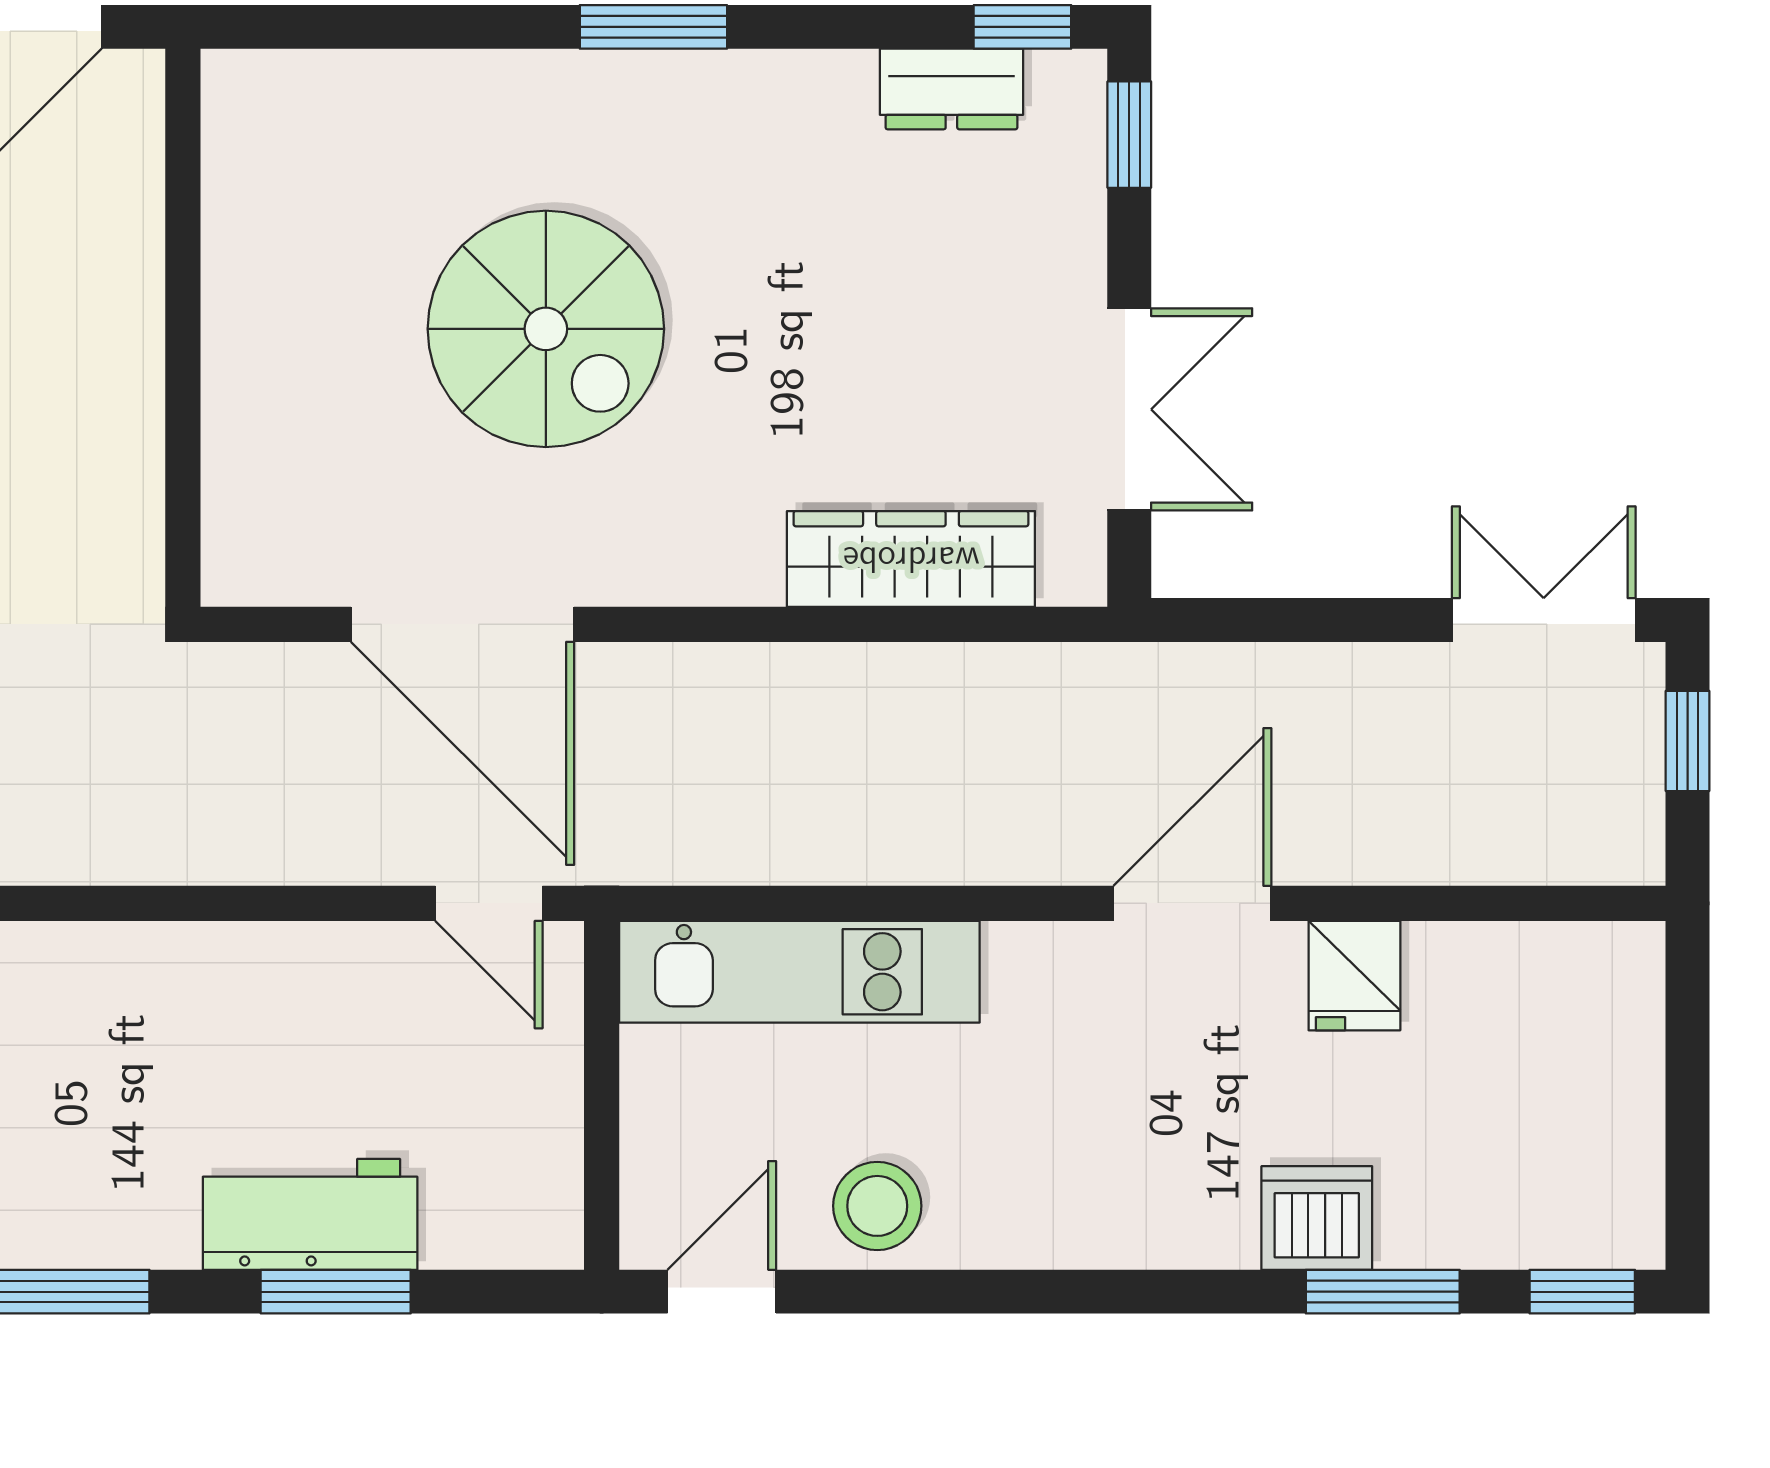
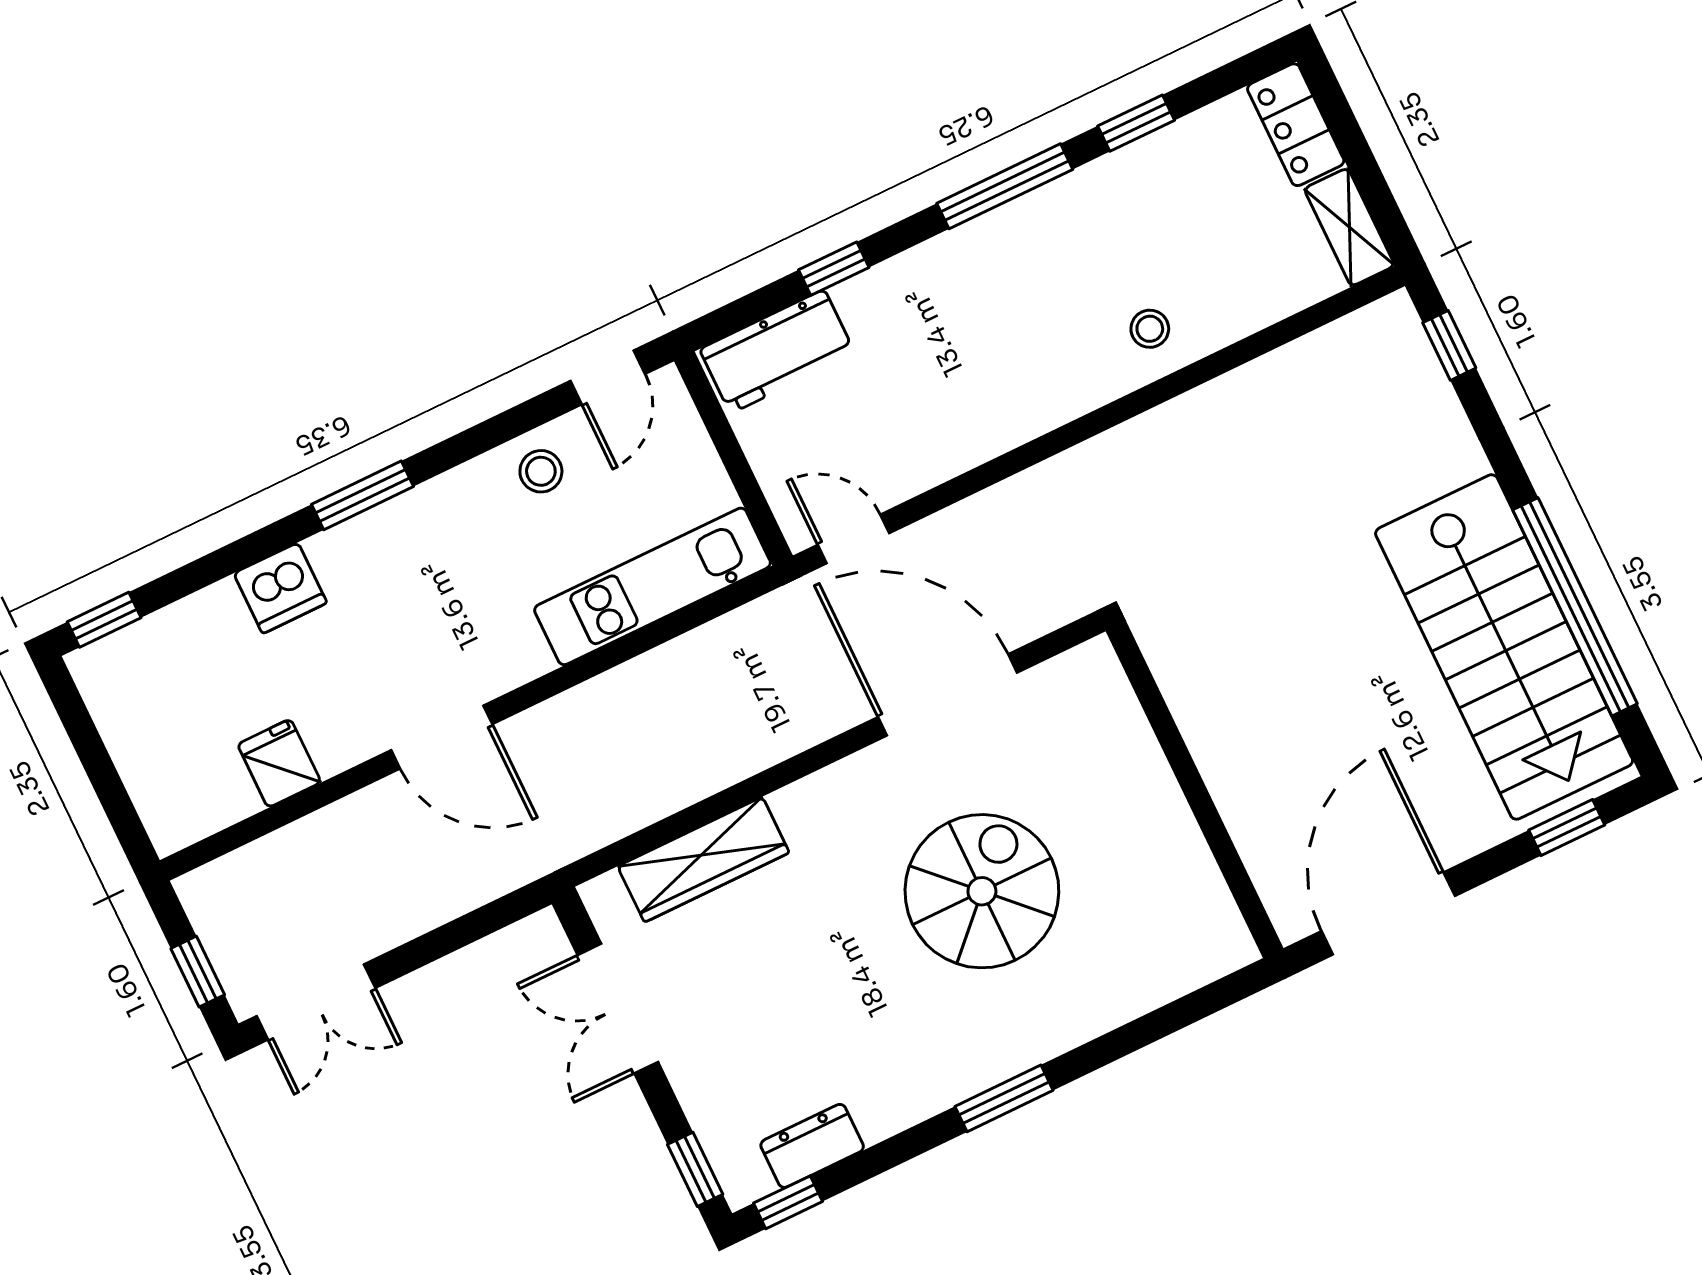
spiral stairs: (546, 329) -> (982, 891), turned 90
door: (1192, 903) -> (442, 737), hinge flipped
fridge: (1354, 976) -> (279, 763), moved
stool: (877, 1206) -> (541, 471), width x0.73, depth x0.73
workbench: (310, 1214) -> (777, 351), moved
window: (336, 1292) -> (834, 269), width x0.67
window: (1383, 1292) -> (363, 495), moved

